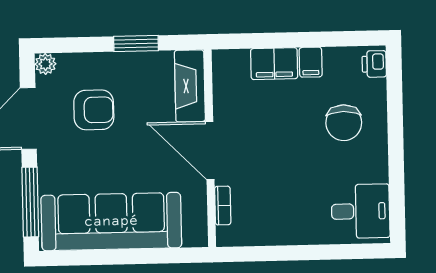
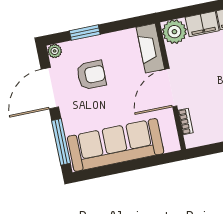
window: (136, 44) -> (85, 33), moved
plant: (230, 68) -> (174, 32), added
door: (210, 150) -> (171, 88), hinge flipped

